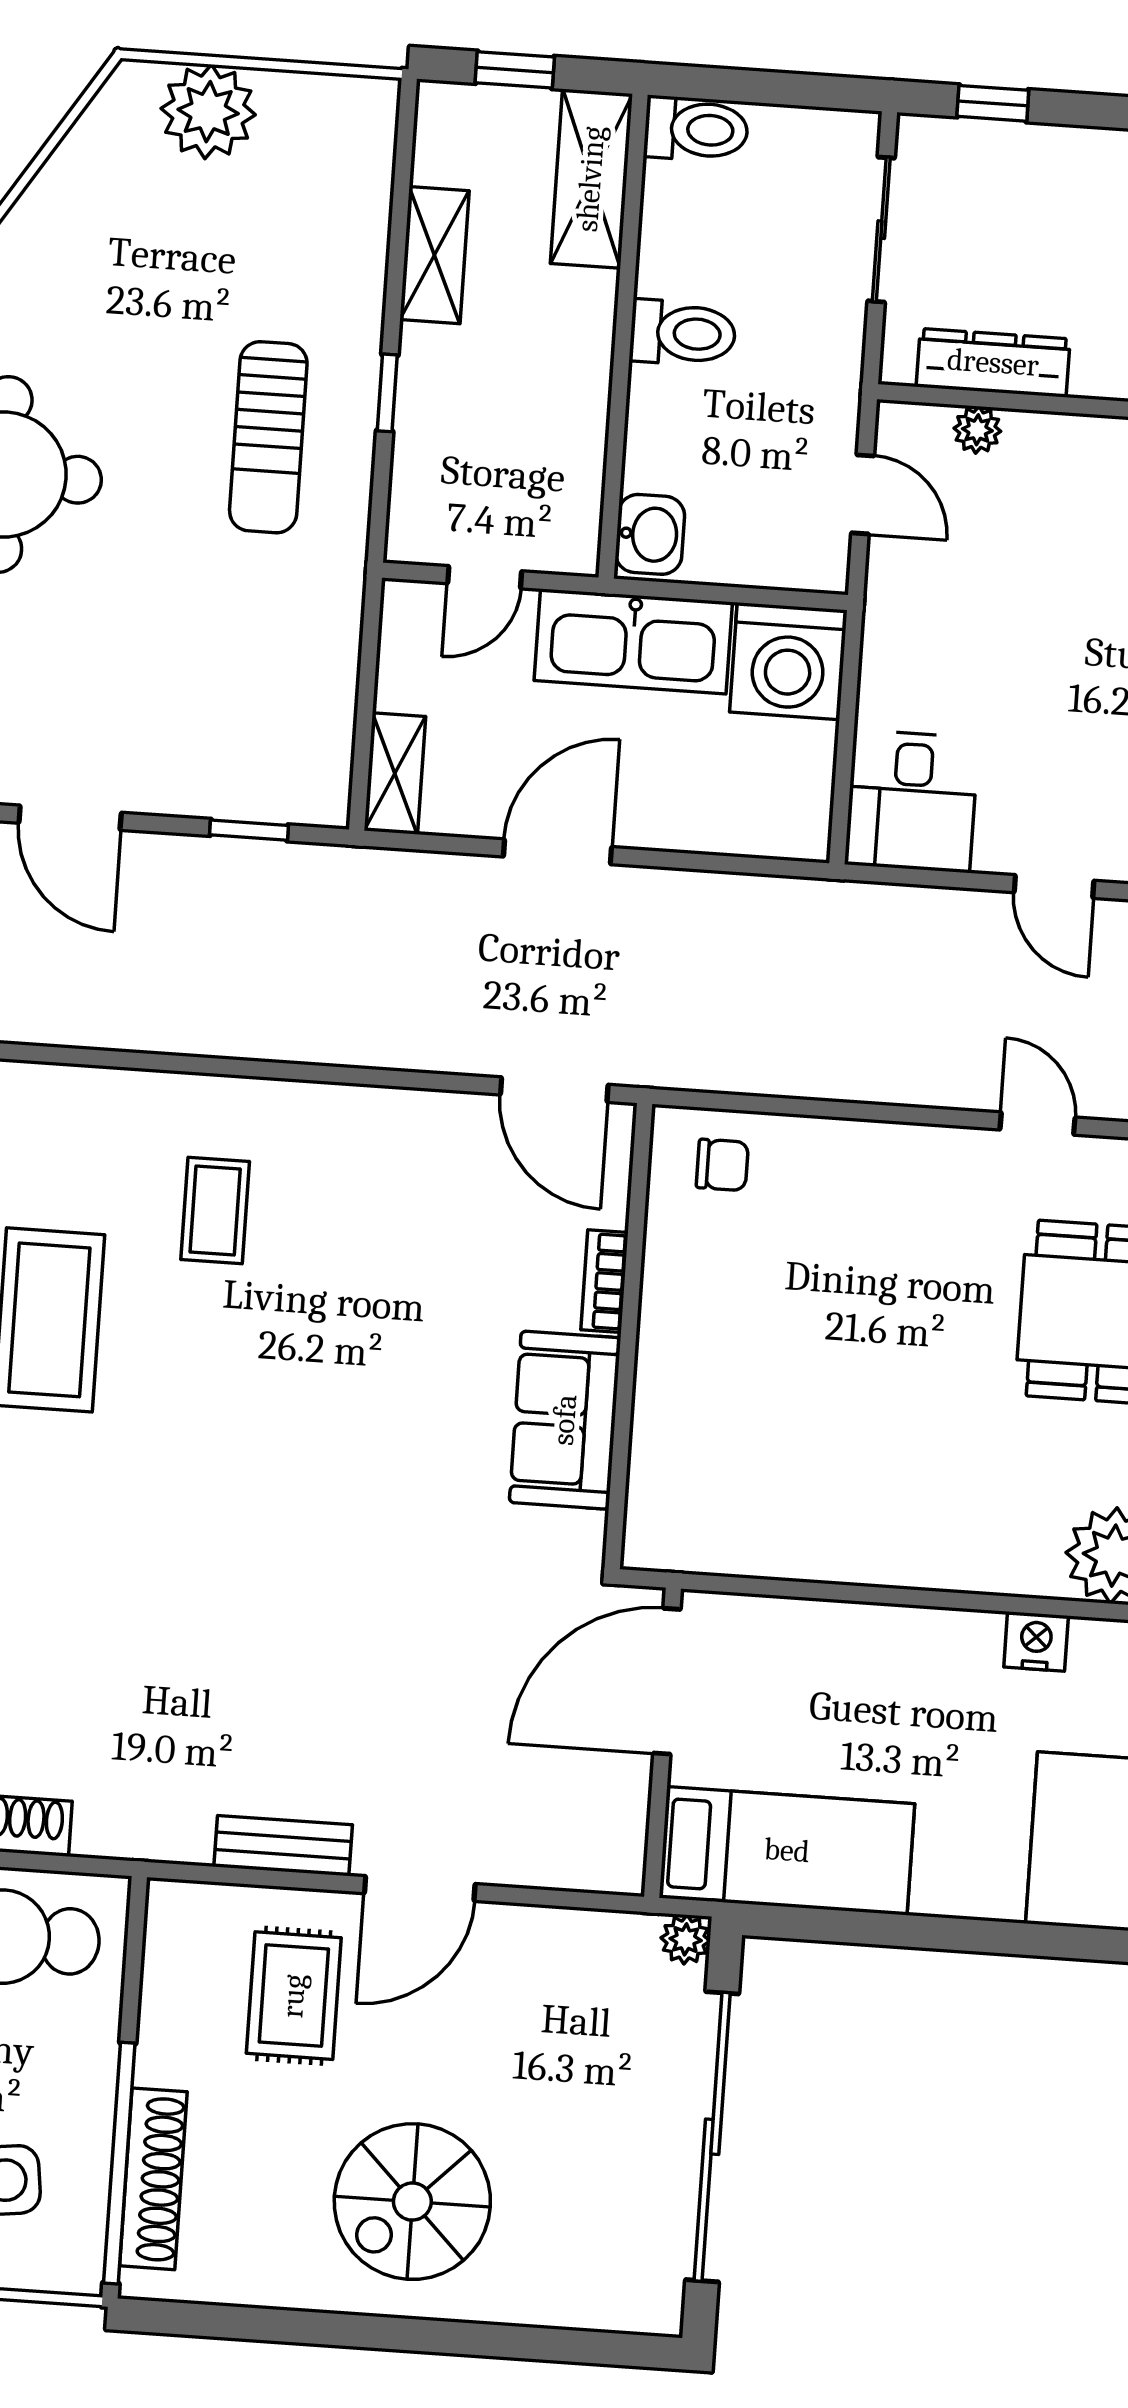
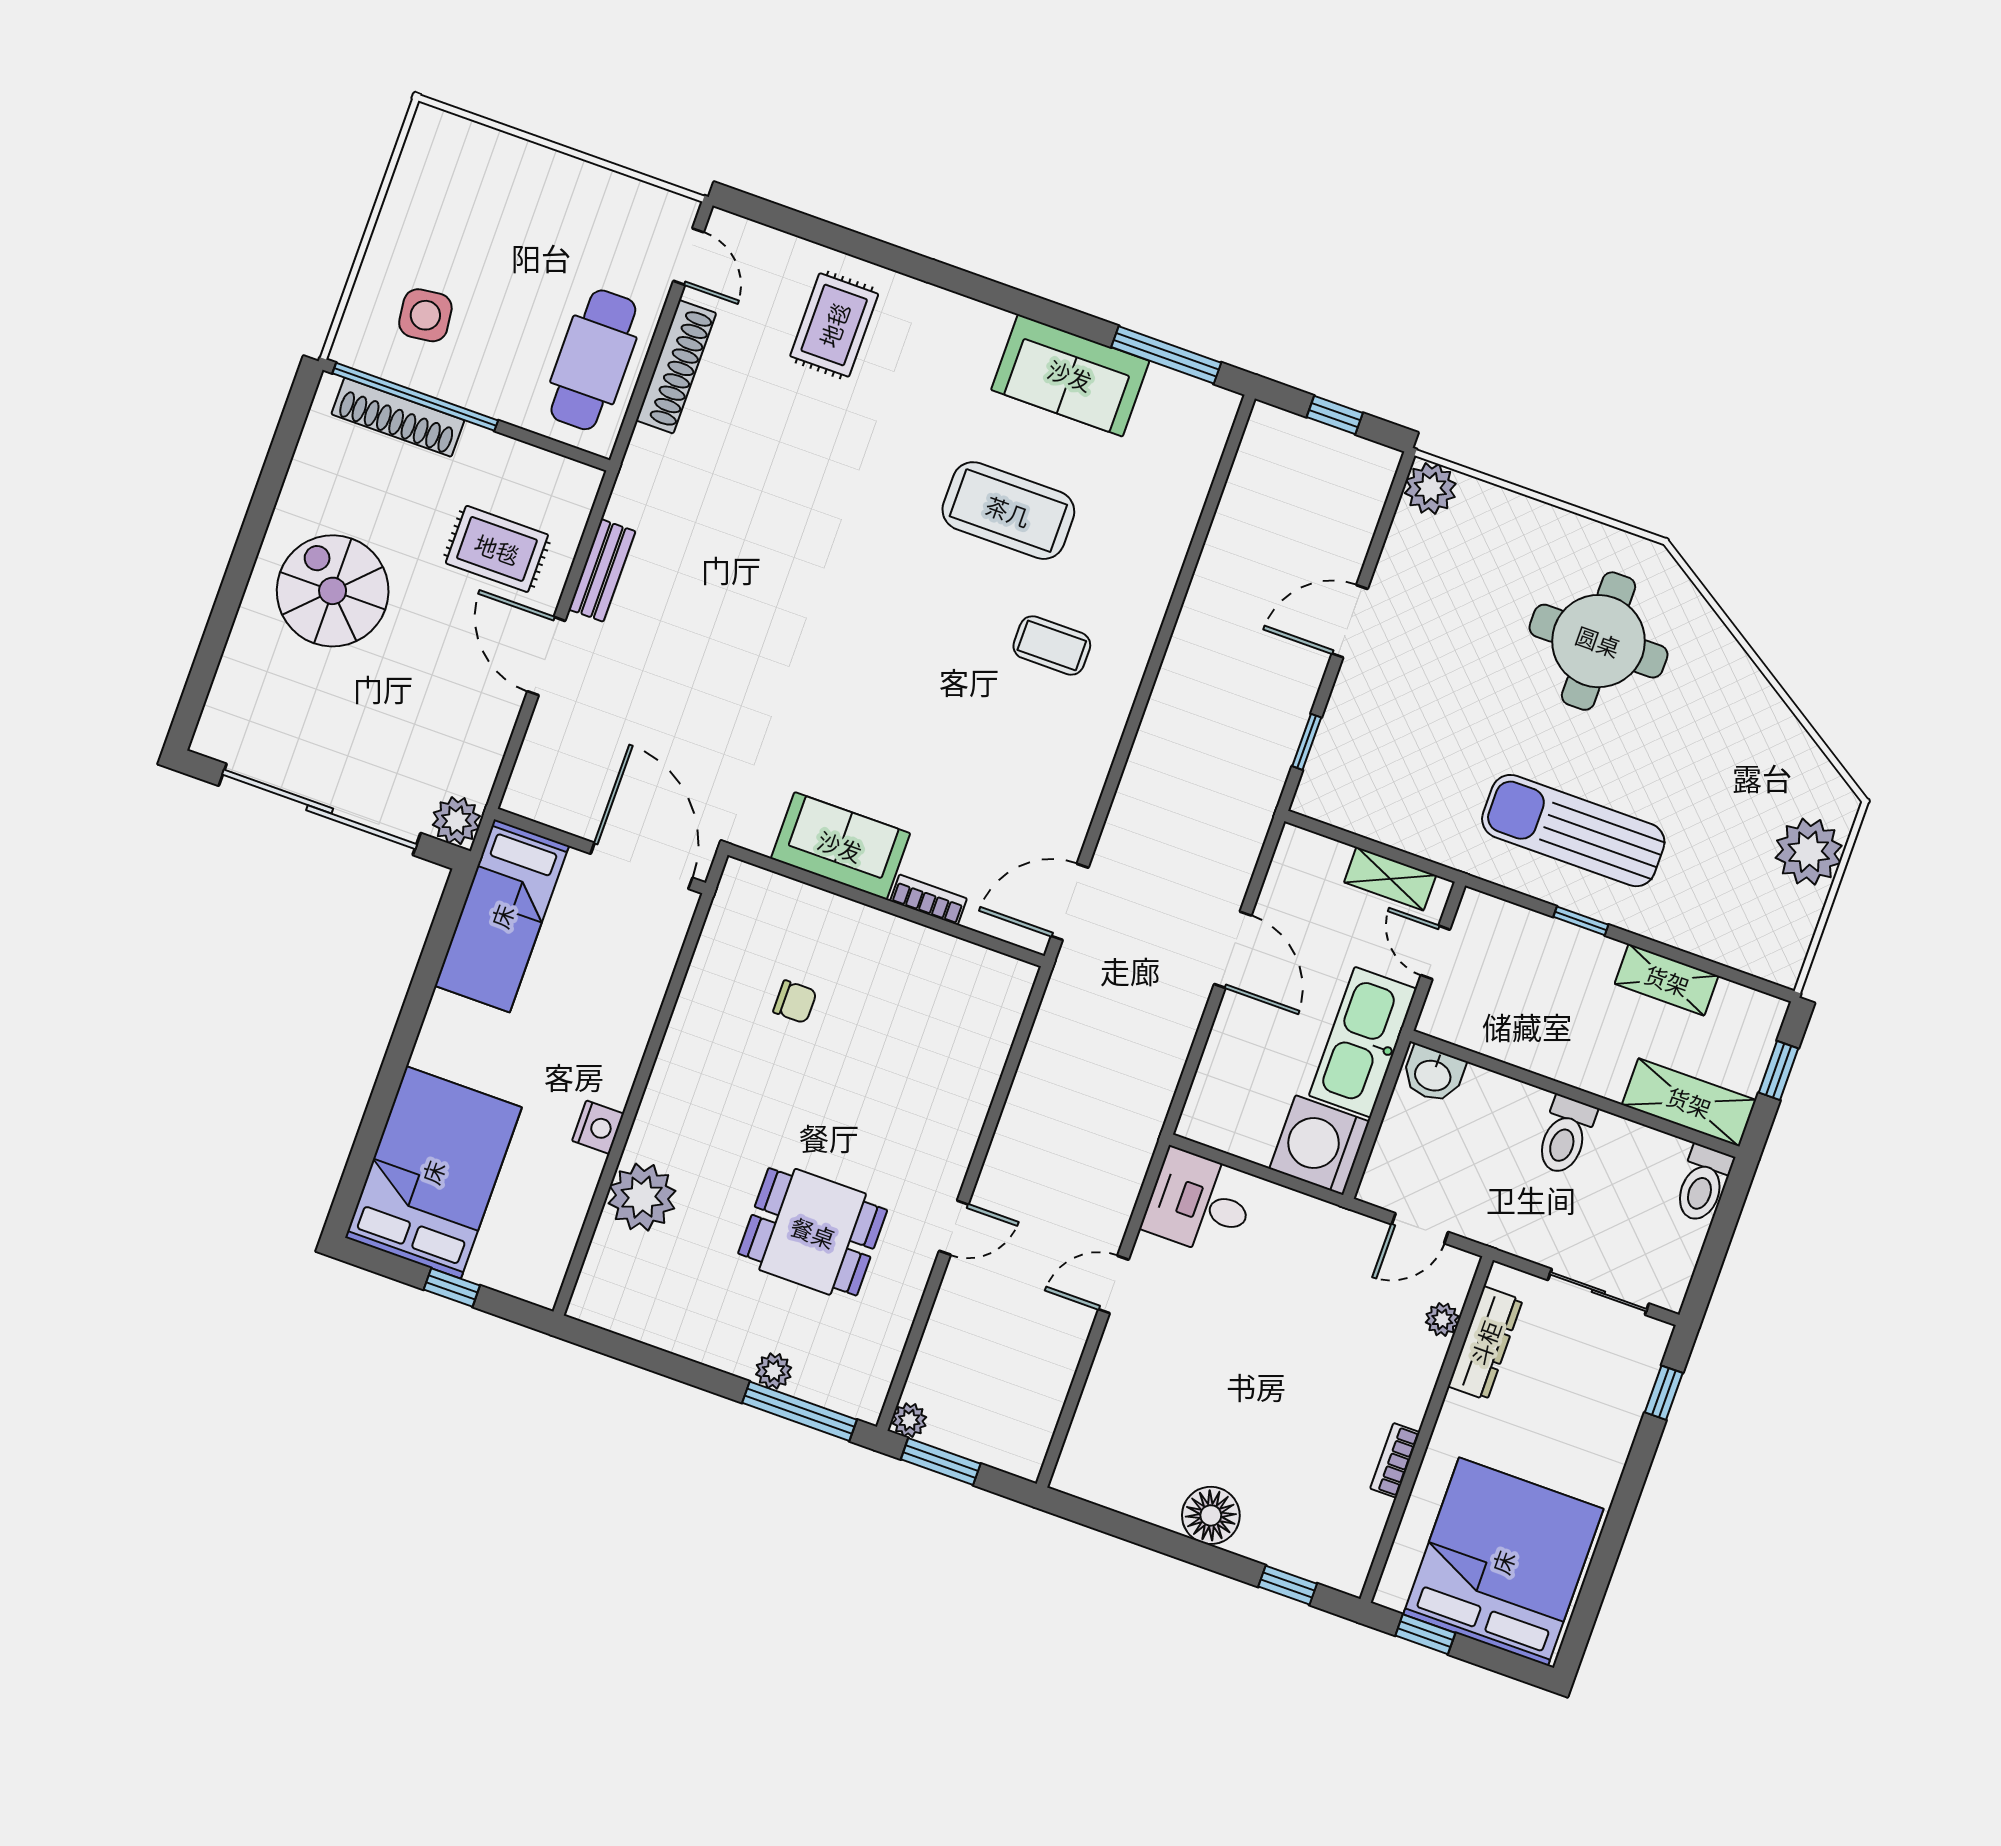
sun lounger: (268, 437) -> (1573, 831), width x1.36, depth x1.34
shelving: (395, 773) -> (1390, 879), moved
chair: (722, 1165) -> (795, 1002), moved, turned -90
plant: (686, 1939) -> (456, 821), width x1.38, depth x1.38

